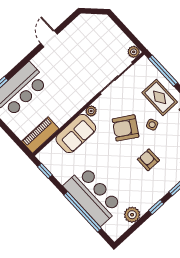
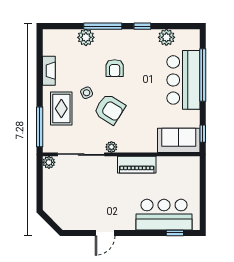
plant: (91, 111) -> (111, 147), moved
sofa: (76, 134) -> (179, 140), moved
piano: (40, 135) -> (137, 165), moved

